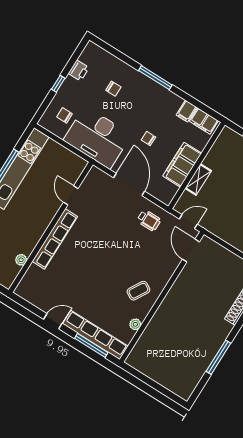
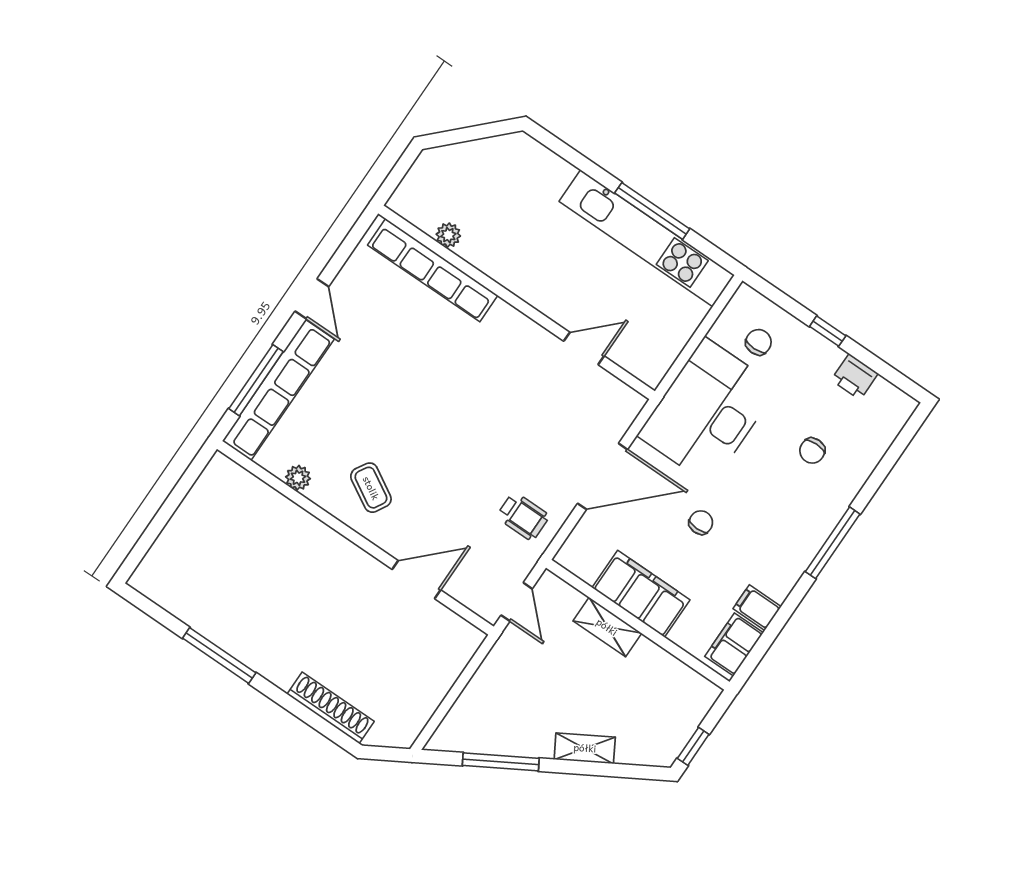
wheelchair: (149, 220) -> (523, 516), turned -90
row of seats: (55, 239) -> (433, 270), moved
door: (191, 251) -> (416, 580), moved

